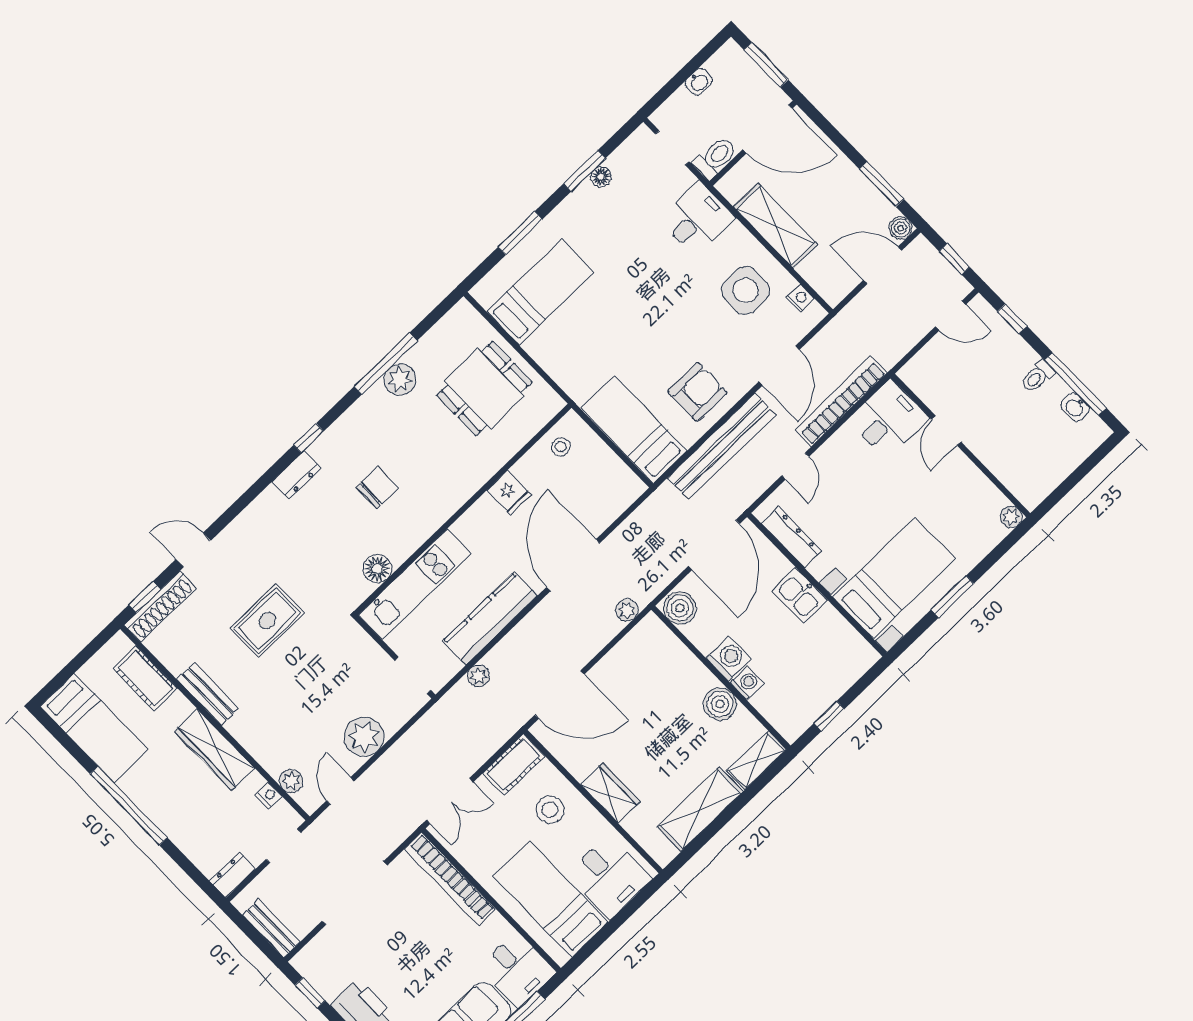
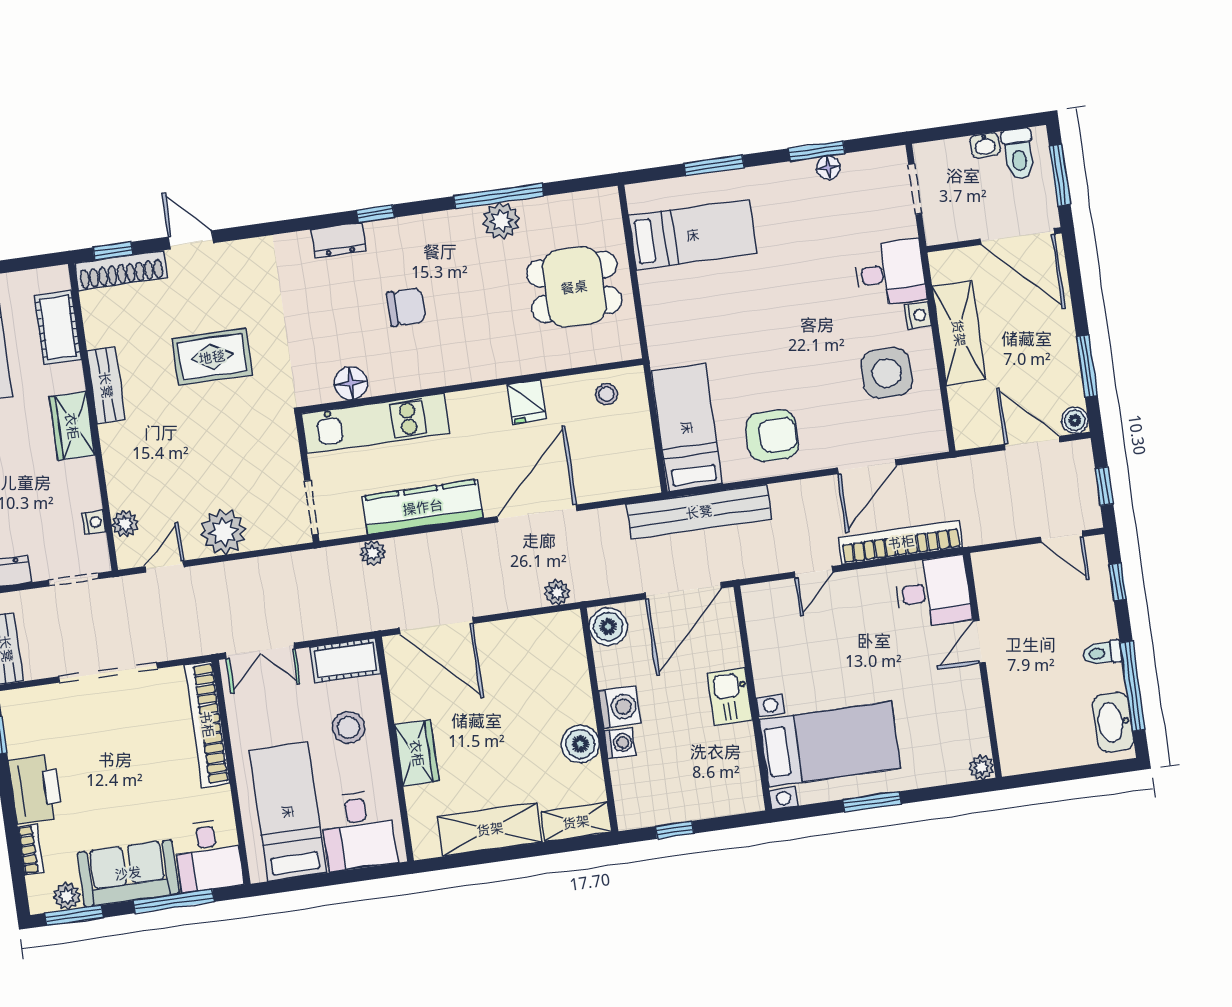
toilet: (715, 158) -> (1019, 154), moved, turned 90
nightstand: (800, 298) -> (918, 315), moved
washbasin: (1075, 407) -> (1113, 722), width x1.91, depth x1.45
bench: (722, 446) -> (699, 512), moved
dresser: (792, 537) -> (761, 636), removed
wardrobe: (214, 750) -> (72, 426), width x0.67

